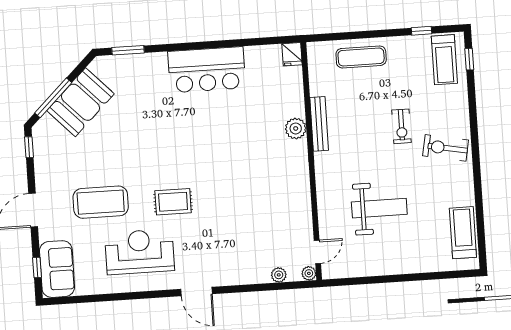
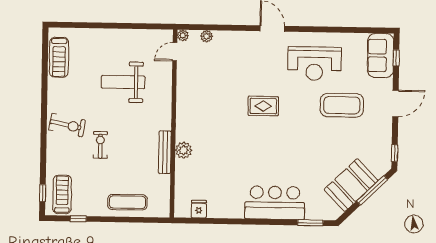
fridge: (292, 54) -> (199, 209), moved
bar counter: (207, 70) -> (275, 203), moved
rug: (173, 202) -> (263, 106), moved

